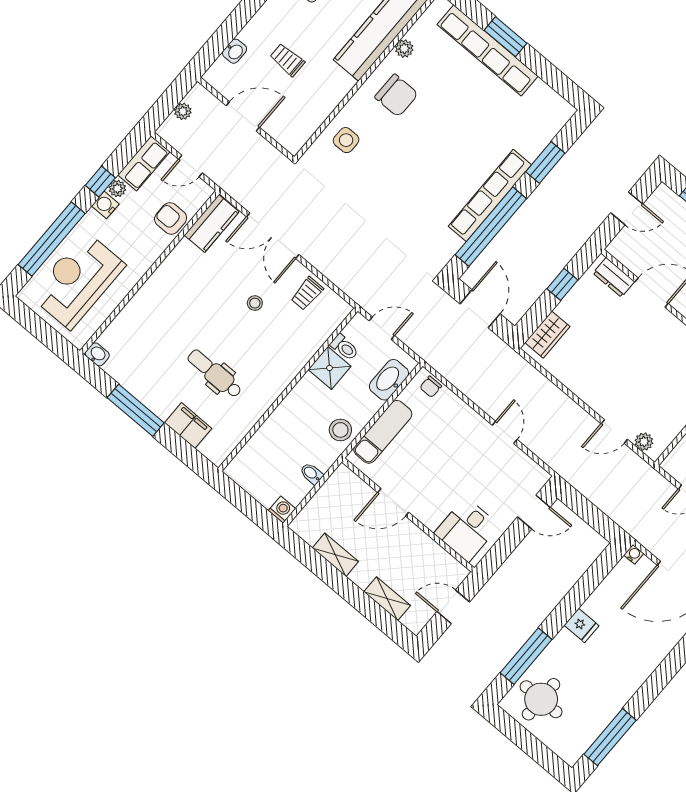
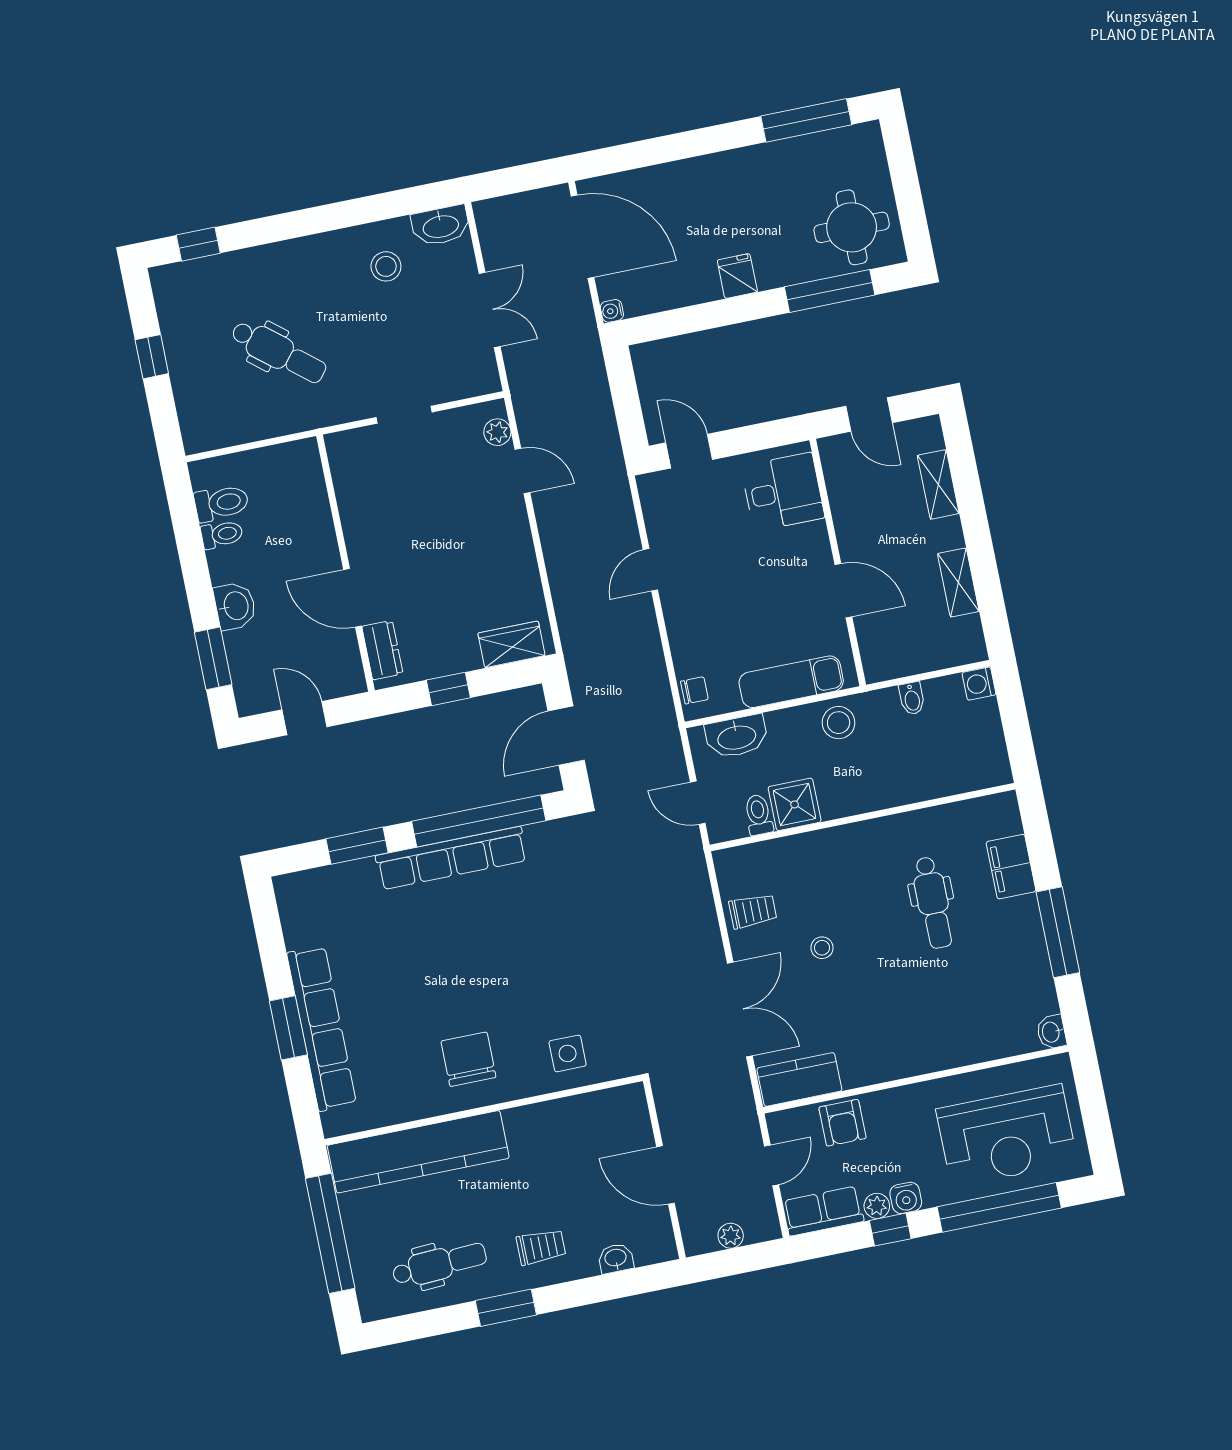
plant: (404, 49) -> (417, 1107), removed
trolley: (287, 60) -> (541, 1247), moved, turned -90
door: (190, 166) -> (772, 1165), hinge flipped

